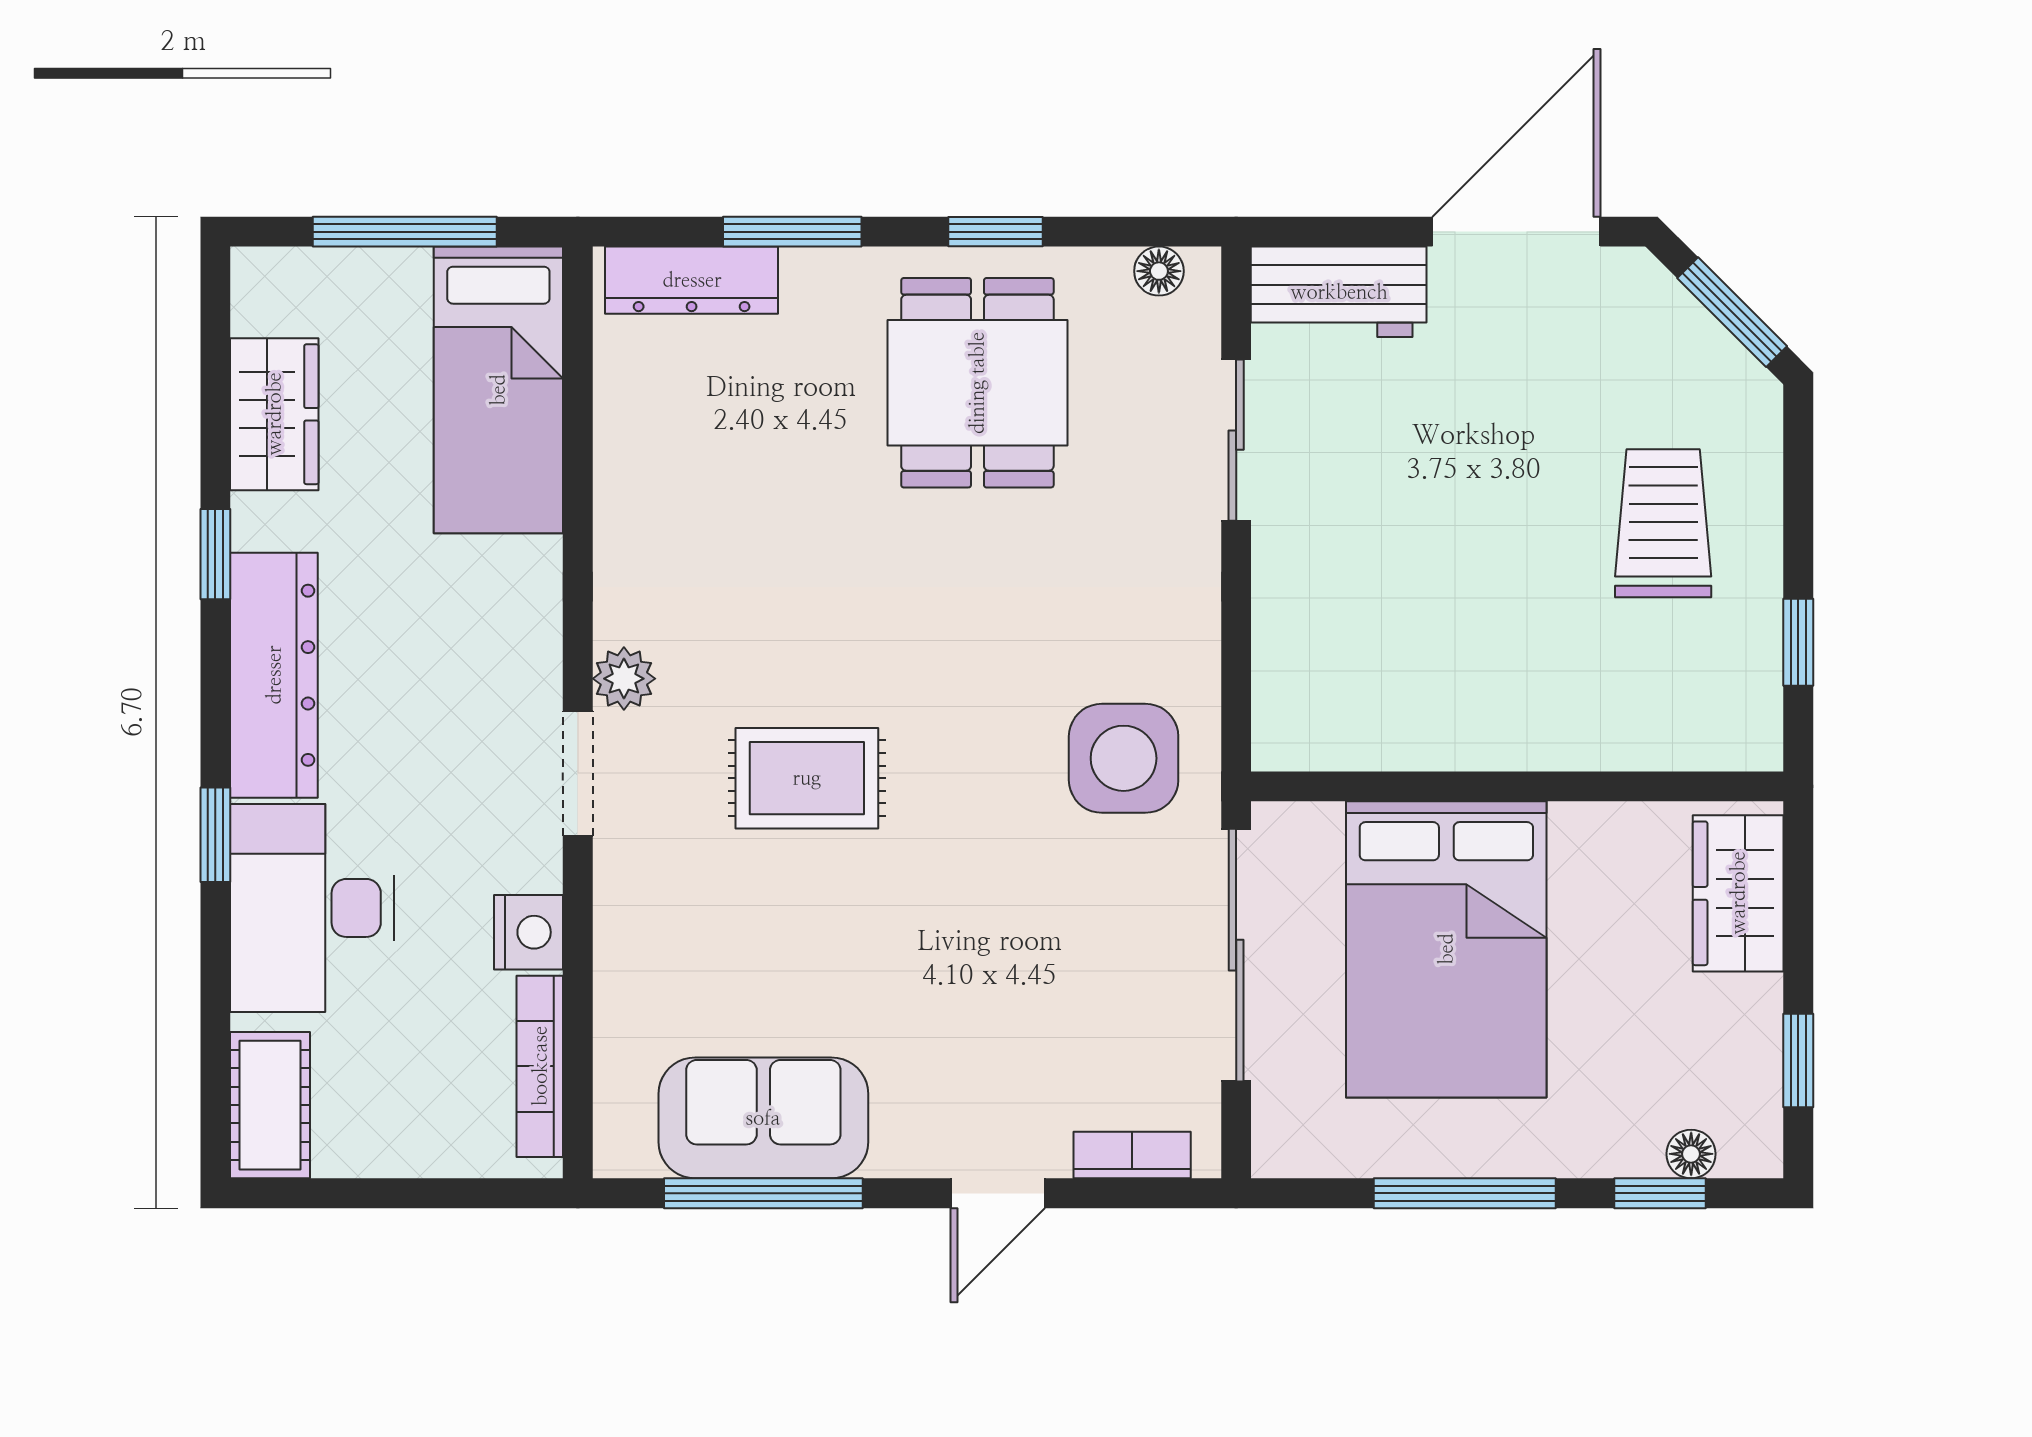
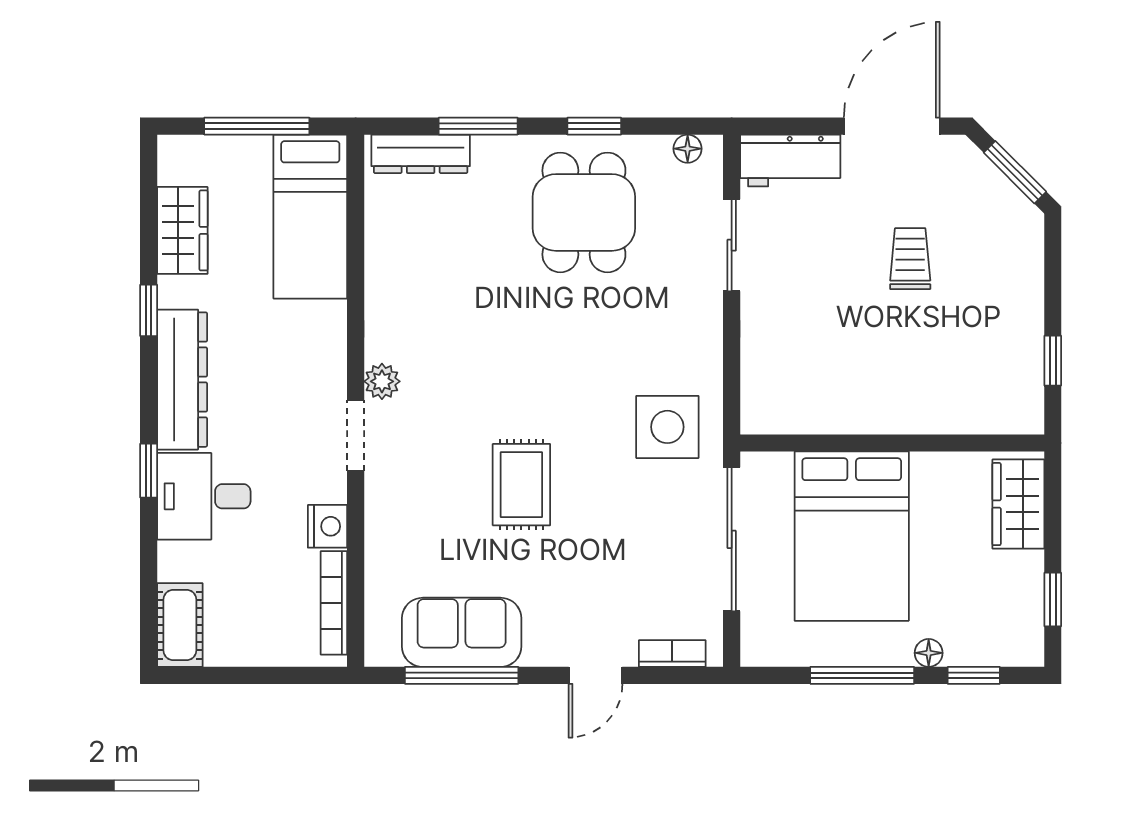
trolley: (1663, 523) -> (910, 259), moved, width x0.73, depth x0.72
rug: (807, 778) -> (521, 485), moved, turned 90
desk: (312, 908) -> (204, 496), width x0.73
floor lamp: (1691, 1154) -> (929, 653), moved

